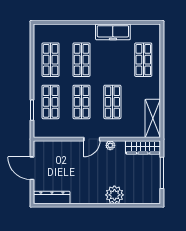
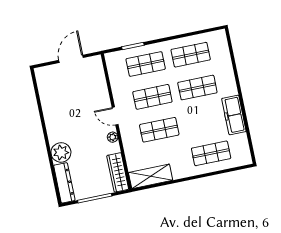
dresser: (52, 197) -> (64, 183), moved

